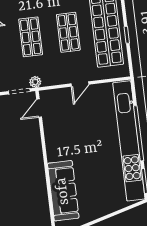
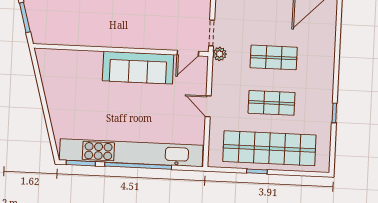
door: (39, 108) -> (188, 53), swing flipped
sofa: (63, 191) -> (138, 68), moved

